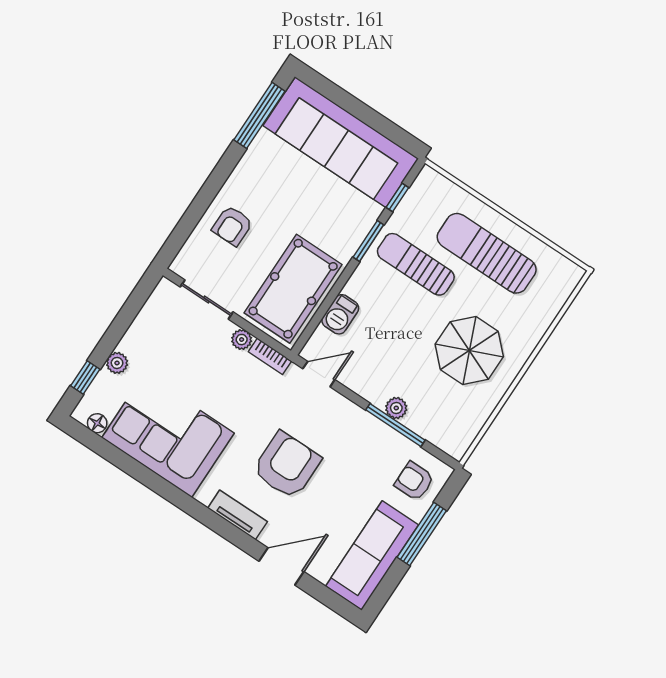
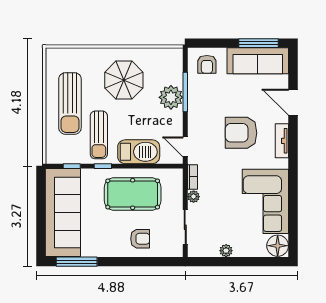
window: (368, 241) -> (103, 166), width x0.67
pool table: (293, 289) -> (133, 194), moved
barbecue: (340, 314) -> (139, 152), width x1.88, depth x1.53
plant: (117, 363) -> (226, 251), moved
window: (85, 377) -> (264, 262), removed
plant: (396, 408) -> (171, 97), width x1.88, depth x1.88
floor lamp: (97, 423) -> (278, 246), width x1.89, depth x1.89
window: (422, 534) -> (259, 43), moved

